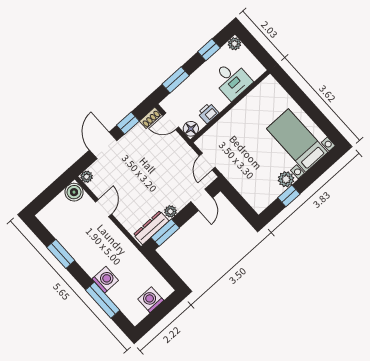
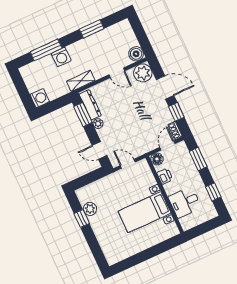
plant: (234, 44) -> (212, 213), removed
bed with nightstands: (297, 140) -> (144, 212), moved, turned 180
plant: (87, 177) -> (143, 73), width x1.87, depth x1.87
plant: (286, 179) -> (90, 209), moved
shelving: (126, 248) -> (81, 81), added
washing machine: (151, 300) -> (40, 98), moved

